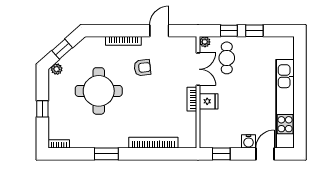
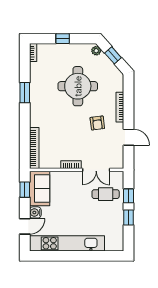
plant: (205, 42) -> (119, 176), removed
fridge: (209, 101) -> (69, 179), removed
sofa: (220, 136) -> (40, 188), added
bookcase: (153, 143) -> (34, 148), moved
door: (265, 154) -> (25, 226), hinge flipped

